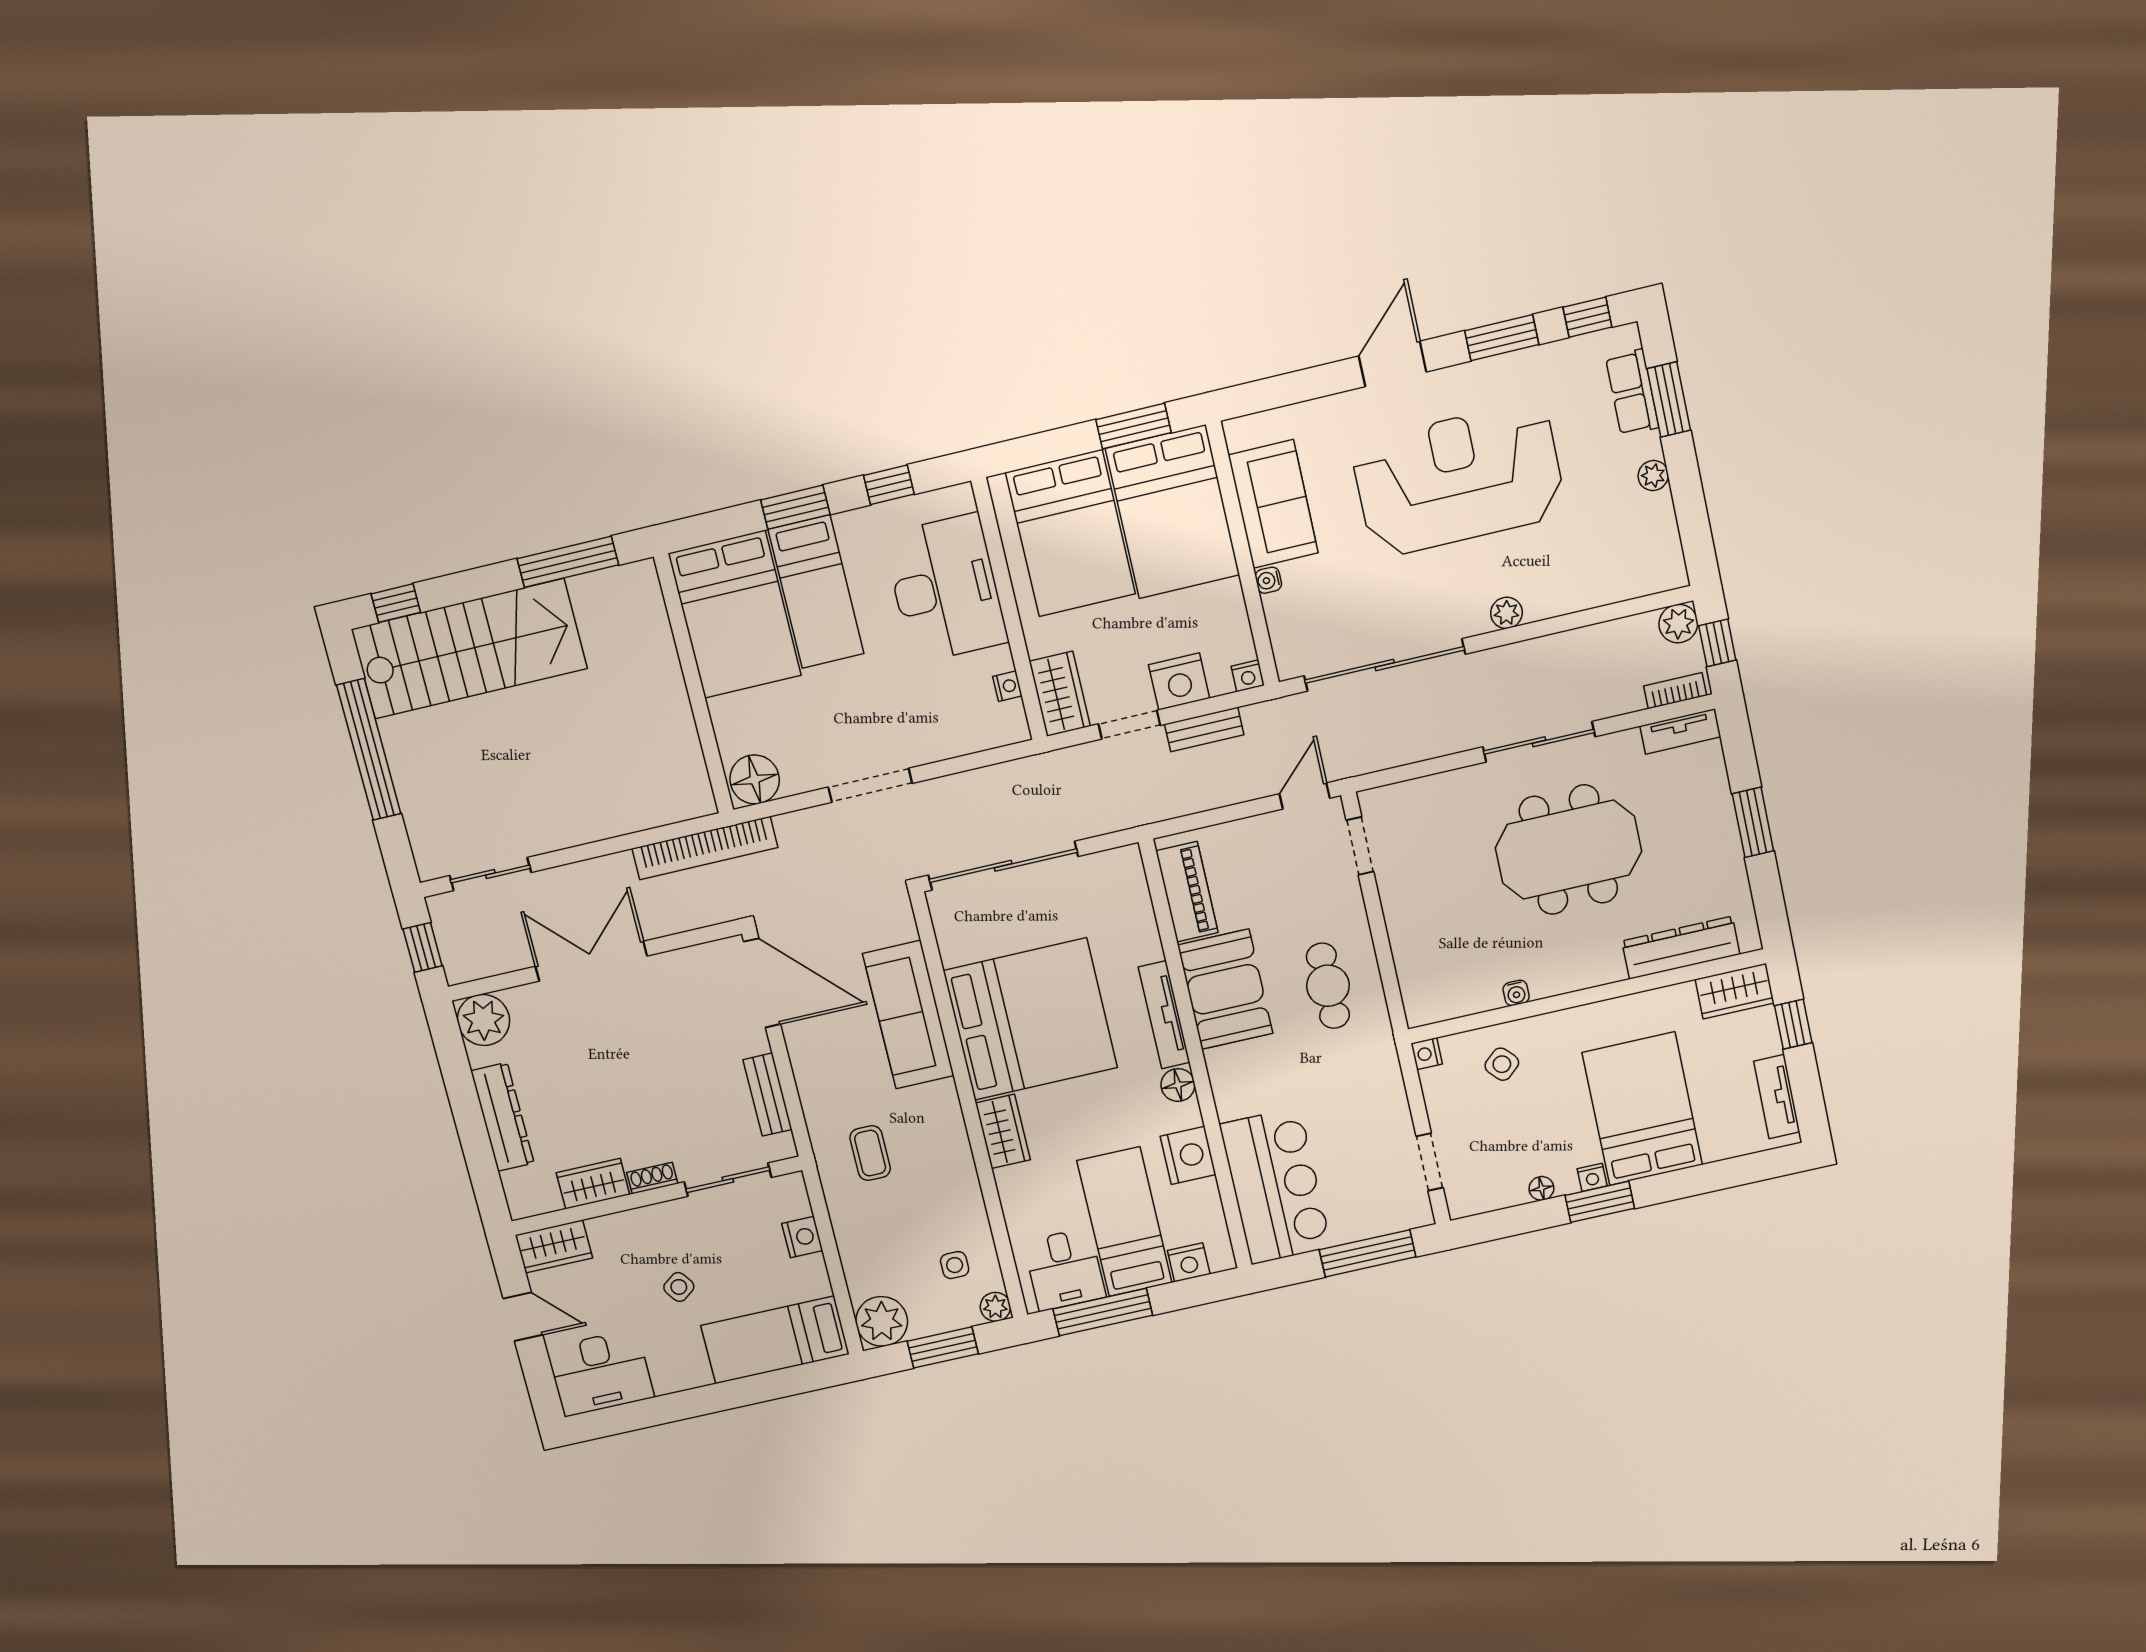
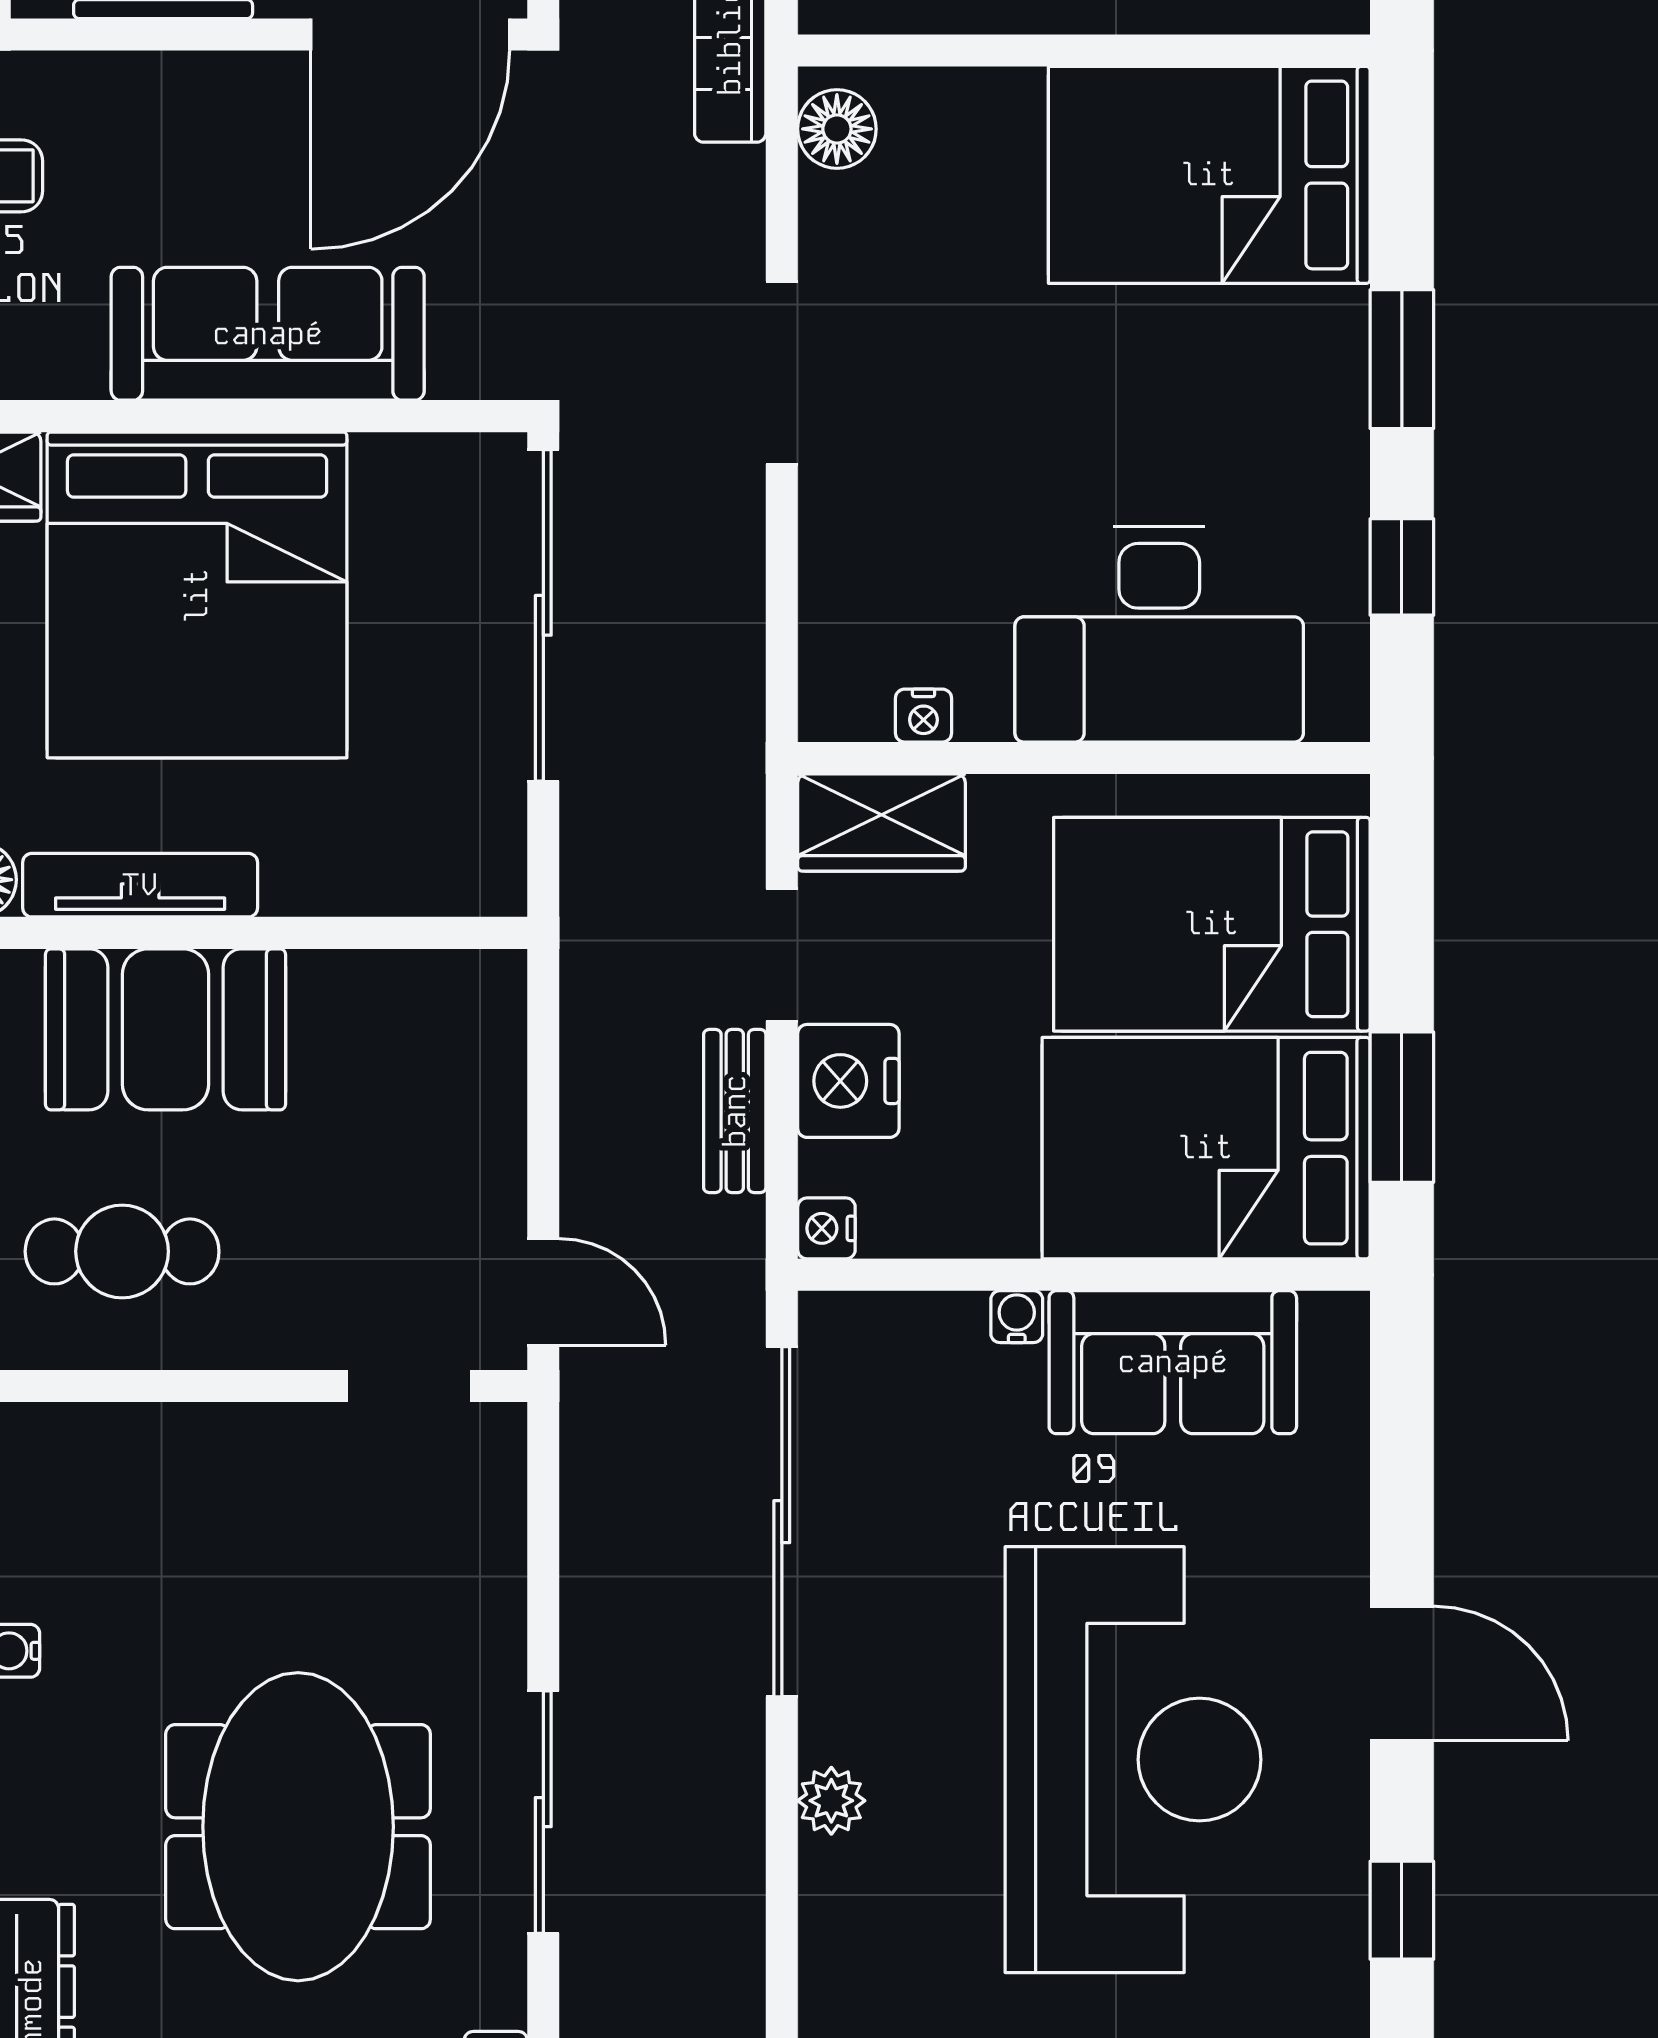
window: (1502, 338) -> (1402, 1910), width x0.67
bed: (816, 592) -> (1217, 359), removed
floor lamp: (755, 779) -> (837, 129), width x0.73, depth x0.73
piano: (1187, 892) -> (396, 995), removed

